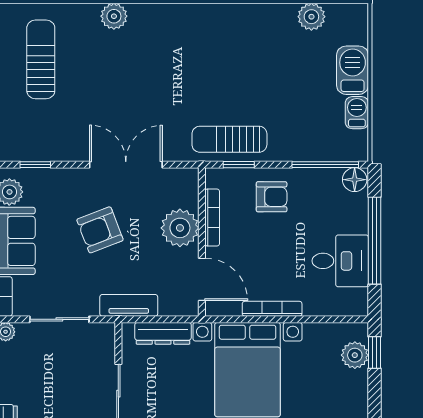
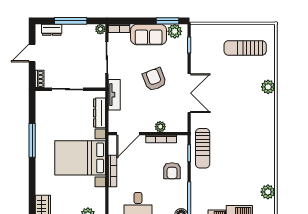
sun lounger: (41, 59) -> (245, 48), turned 180
sun lounger: (229, 139) -> (203, 148), turned 180
plant: (180, 228) -> (160, 127), width x0.53, depth x0.53

